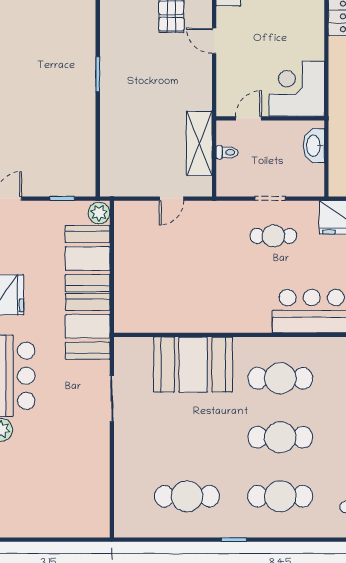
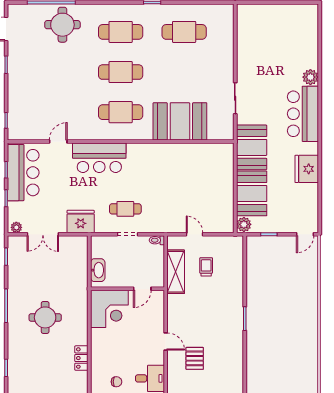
trolley: (155, 151) -> (206, 267), added
toilet: (227, 152) -> (157, 240), moved
door: (171, 199) -> (195, 234), hinge flipped

